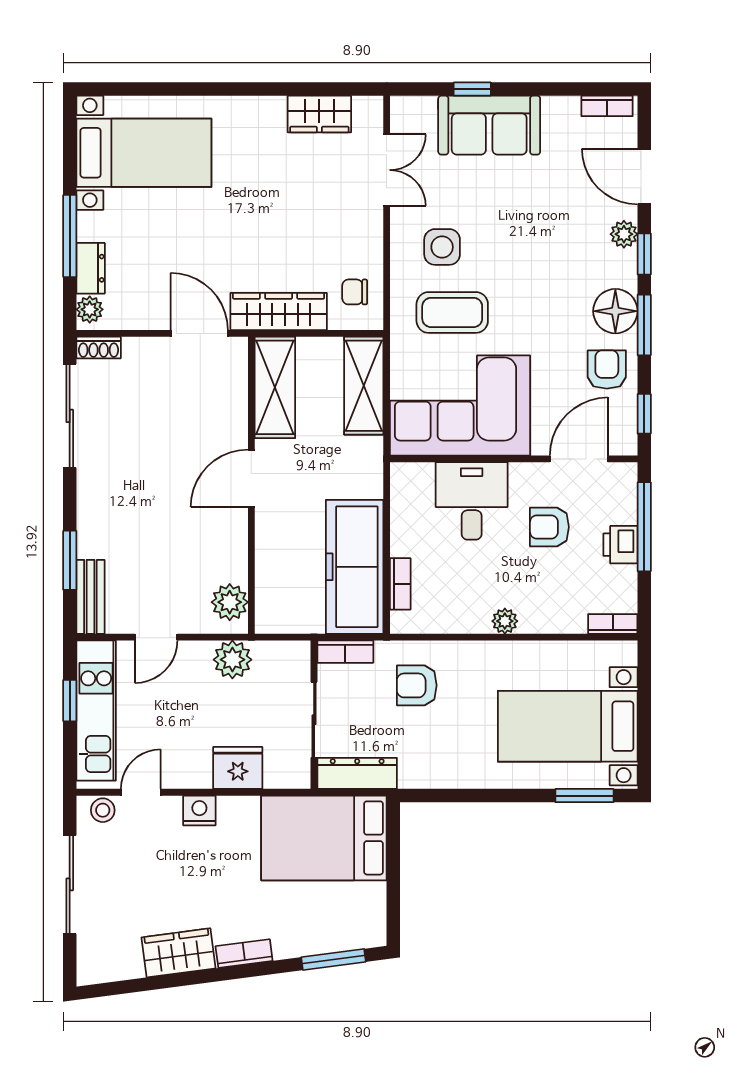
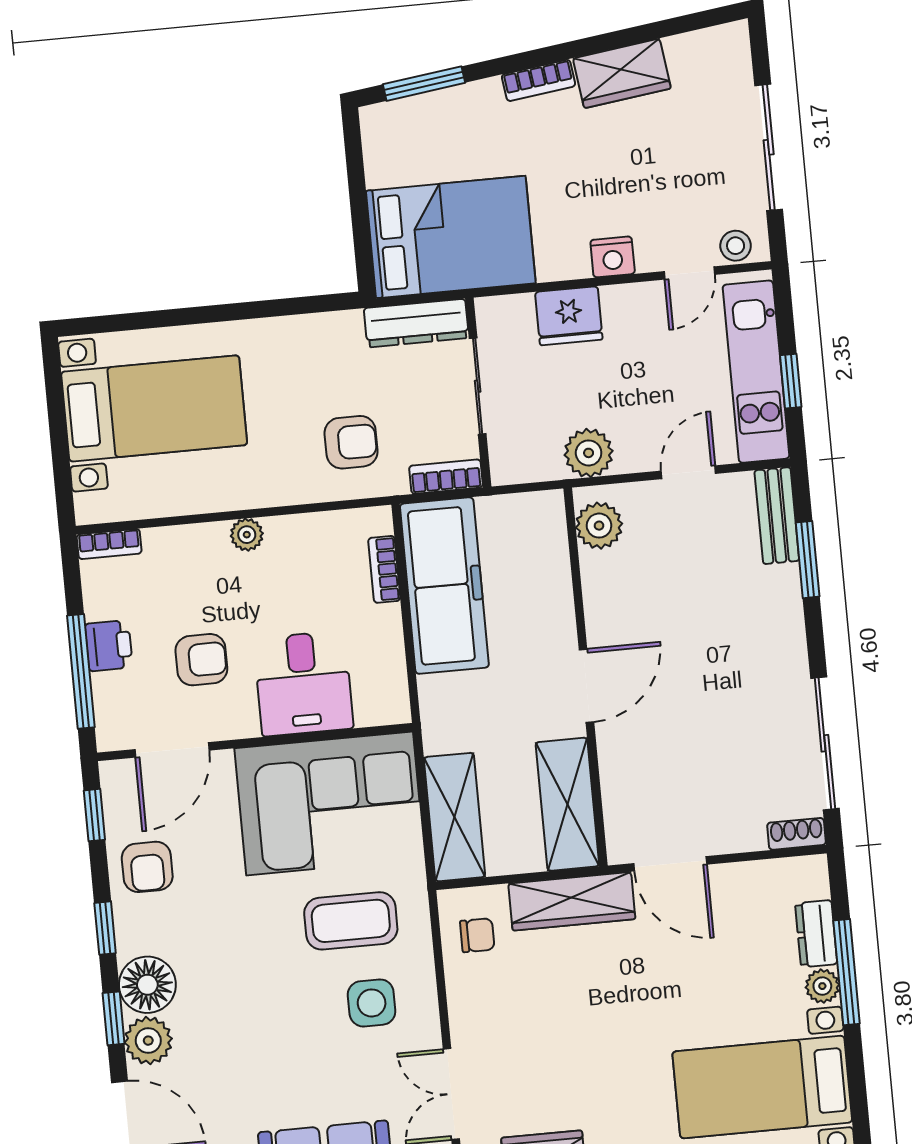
plant: (624, 234) -> (148, 1041), width x1.38, depth x1.38
plant: (90, 309) -> (822, 986), moved
floor lamp: (615, 311) -> (147, 985), moved
window: (644, 325) -> (105, 928), width x0.67
window: (584, 796) -> (124, 322), removed

